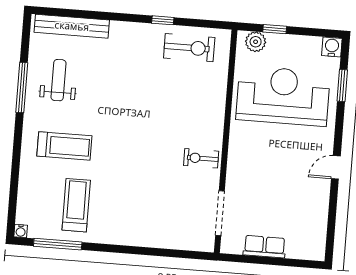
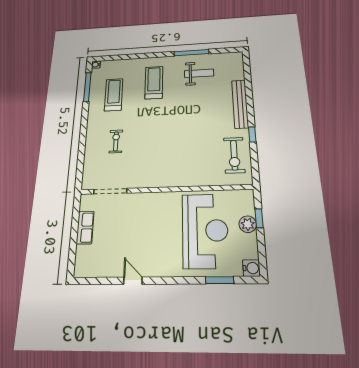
bench: (72, 26) -> (240, 104), moved
plant: (256, 42) -> (248, 224), moved
treadmill: (64, 146) -> (154, 83), turned 180
exercise bike: (201, 158) -> (116, 141), moved
door: (336, 167) -> (133, 281), moved
treadmill: (76, 205) -> (114, 95), turned -90

